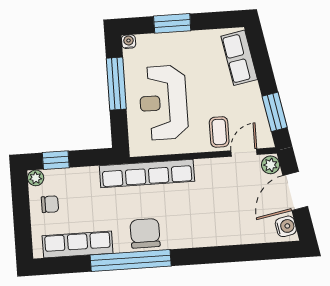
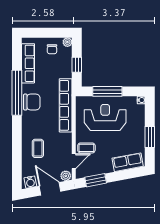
window: (172, 23) -> (150, 137), moved
window: (116, 84) -> (107, 91), moved
door: (244, 153) -> (74, 161), hinge flipped
window: (56, 160) -> (77, 65), moved
coffee table: (226, 217) -> (38, 148), added

